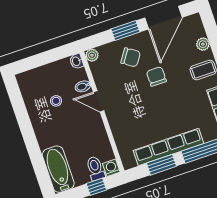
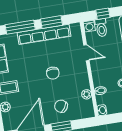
plant: (92, 55) -> (87, 94), moved
chair: (156, 76) -> (53, 73), moved
door: (99, 101) -> (86, 53), moved

